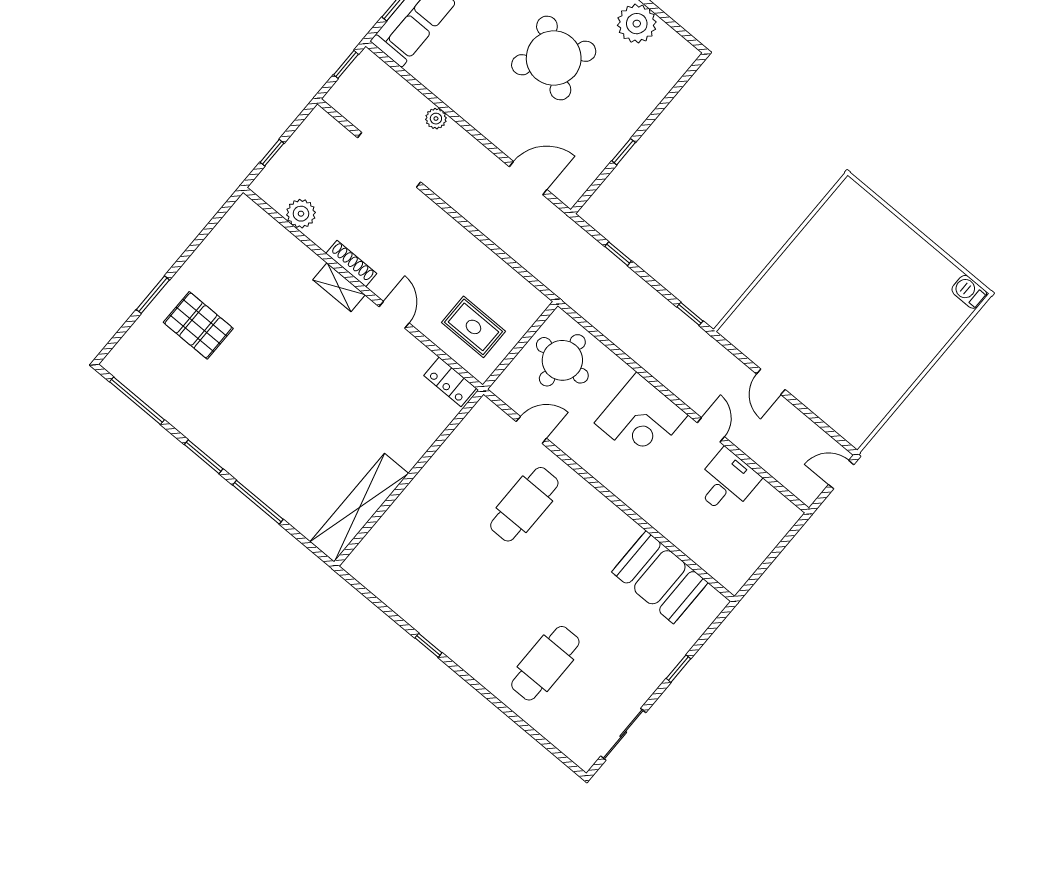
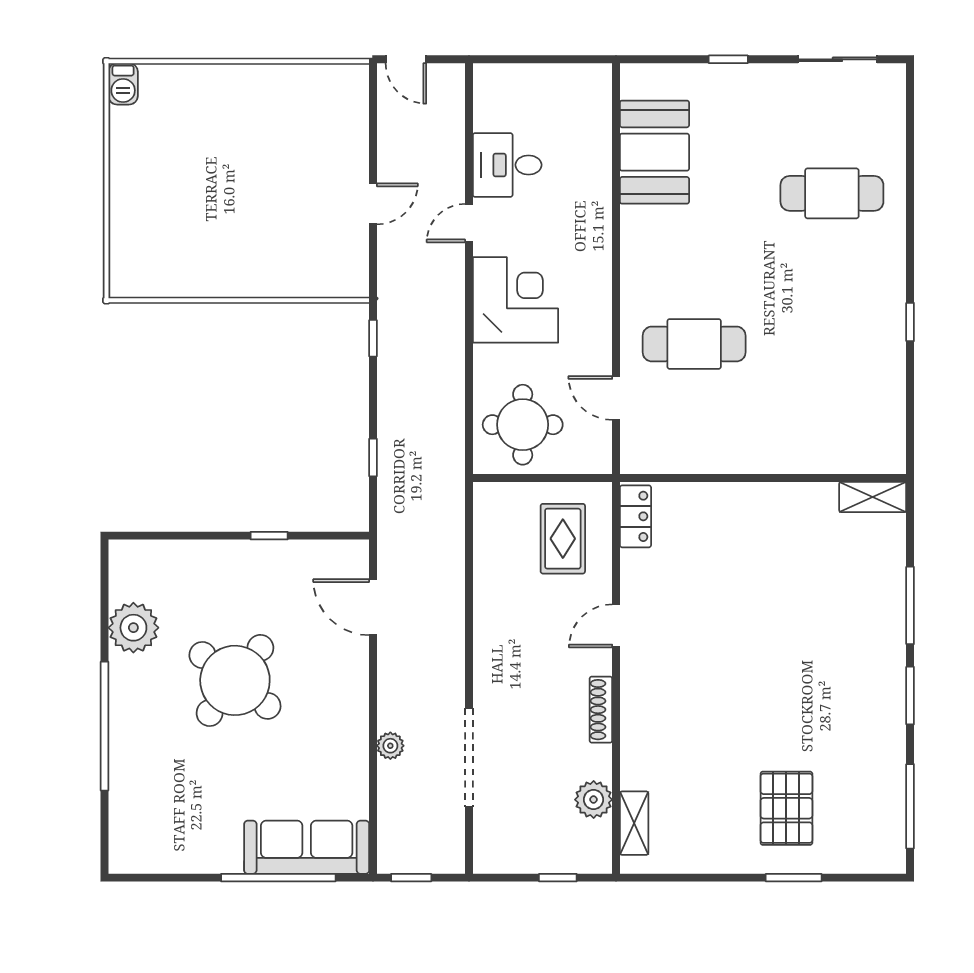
shelving: (339, 287) -> (634, 823), moved
shelving: (359, 508) -> (873, 497), width x0.45, depth x0.75

